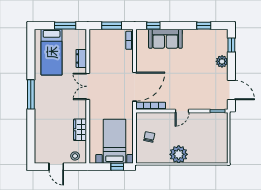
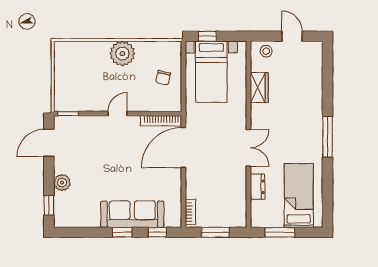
window: (204, 26) -> (122, 232), moved
sofa: (165, 39) -> (132, 214), width x1.36
door: (231, 90) -> (49, 143), hinge flipped

